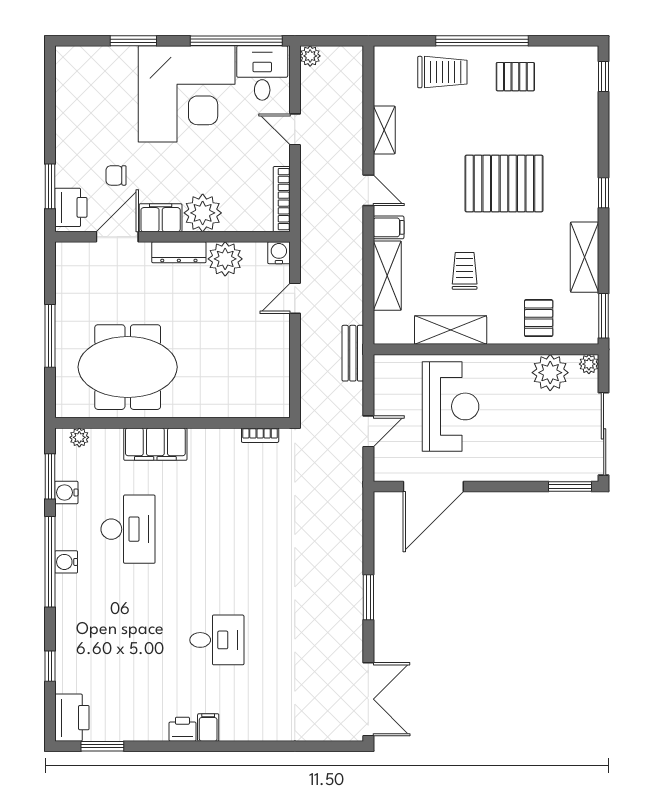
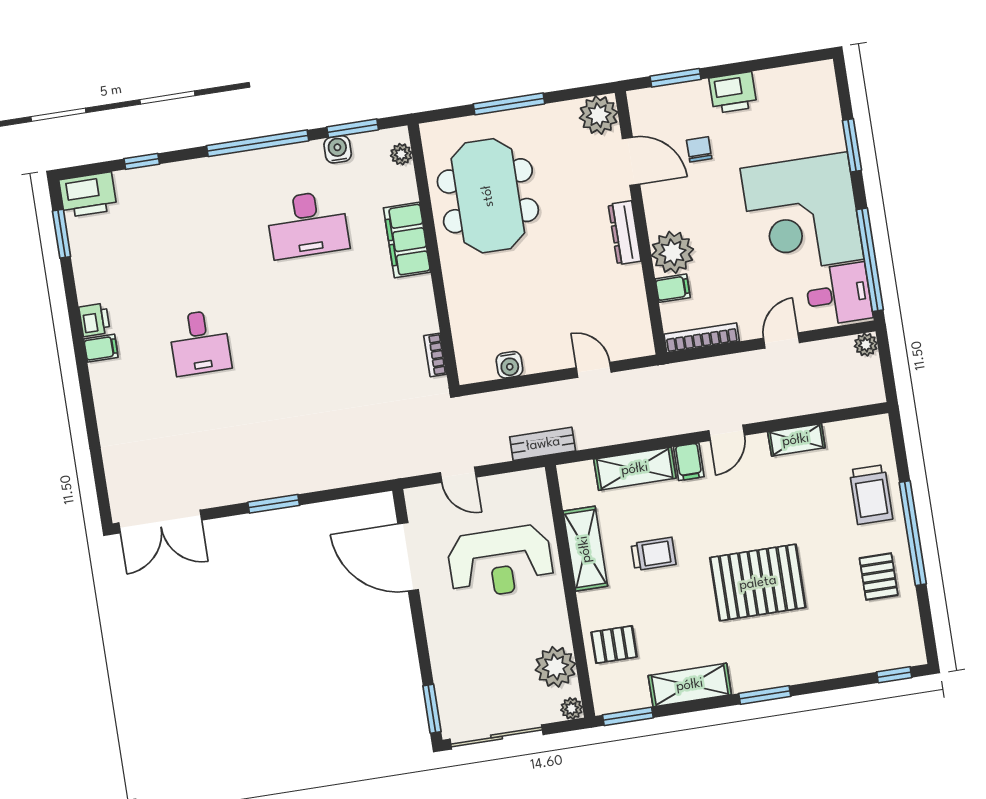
pallet: (504, 183) -> (758, 583), turned 90
window: (604, 193) -> (765, 695), width x1.50
printer: (71, 207) -> (733, 93), moved
filing cabinet: (161, 218) -> (673, 288), moved, width x0.50
water cooler: (279, 253) -> (509, 365), moved, turned 90
plant: (225, 259) -> (599, 115), moved
water cooler: (66, 562) -> (260, 161), removed

